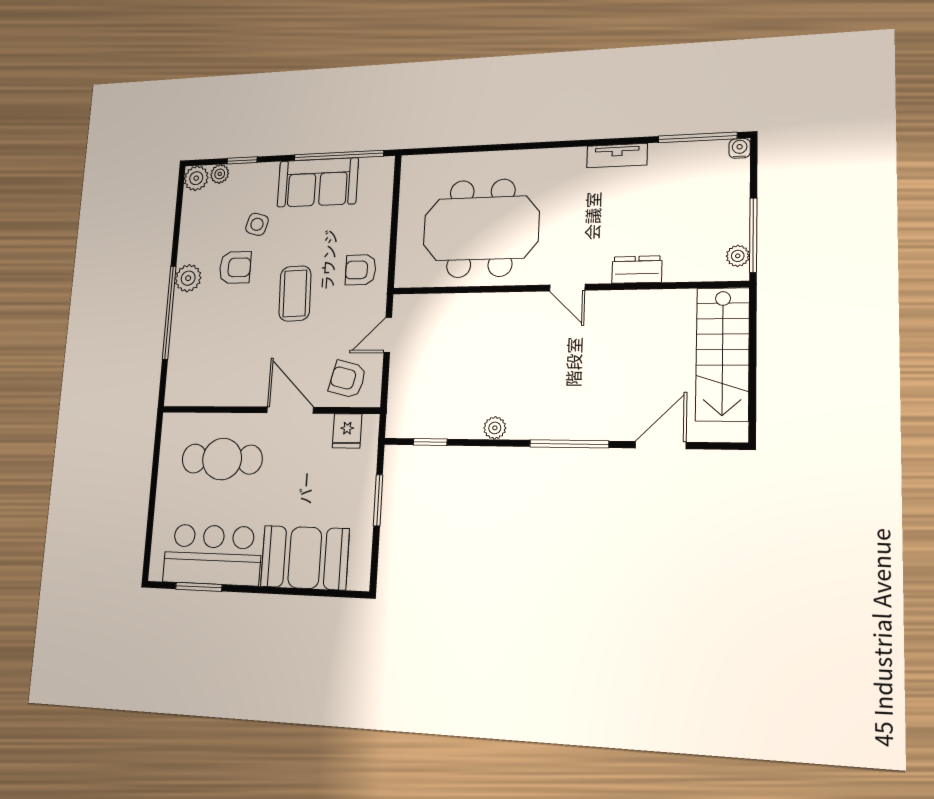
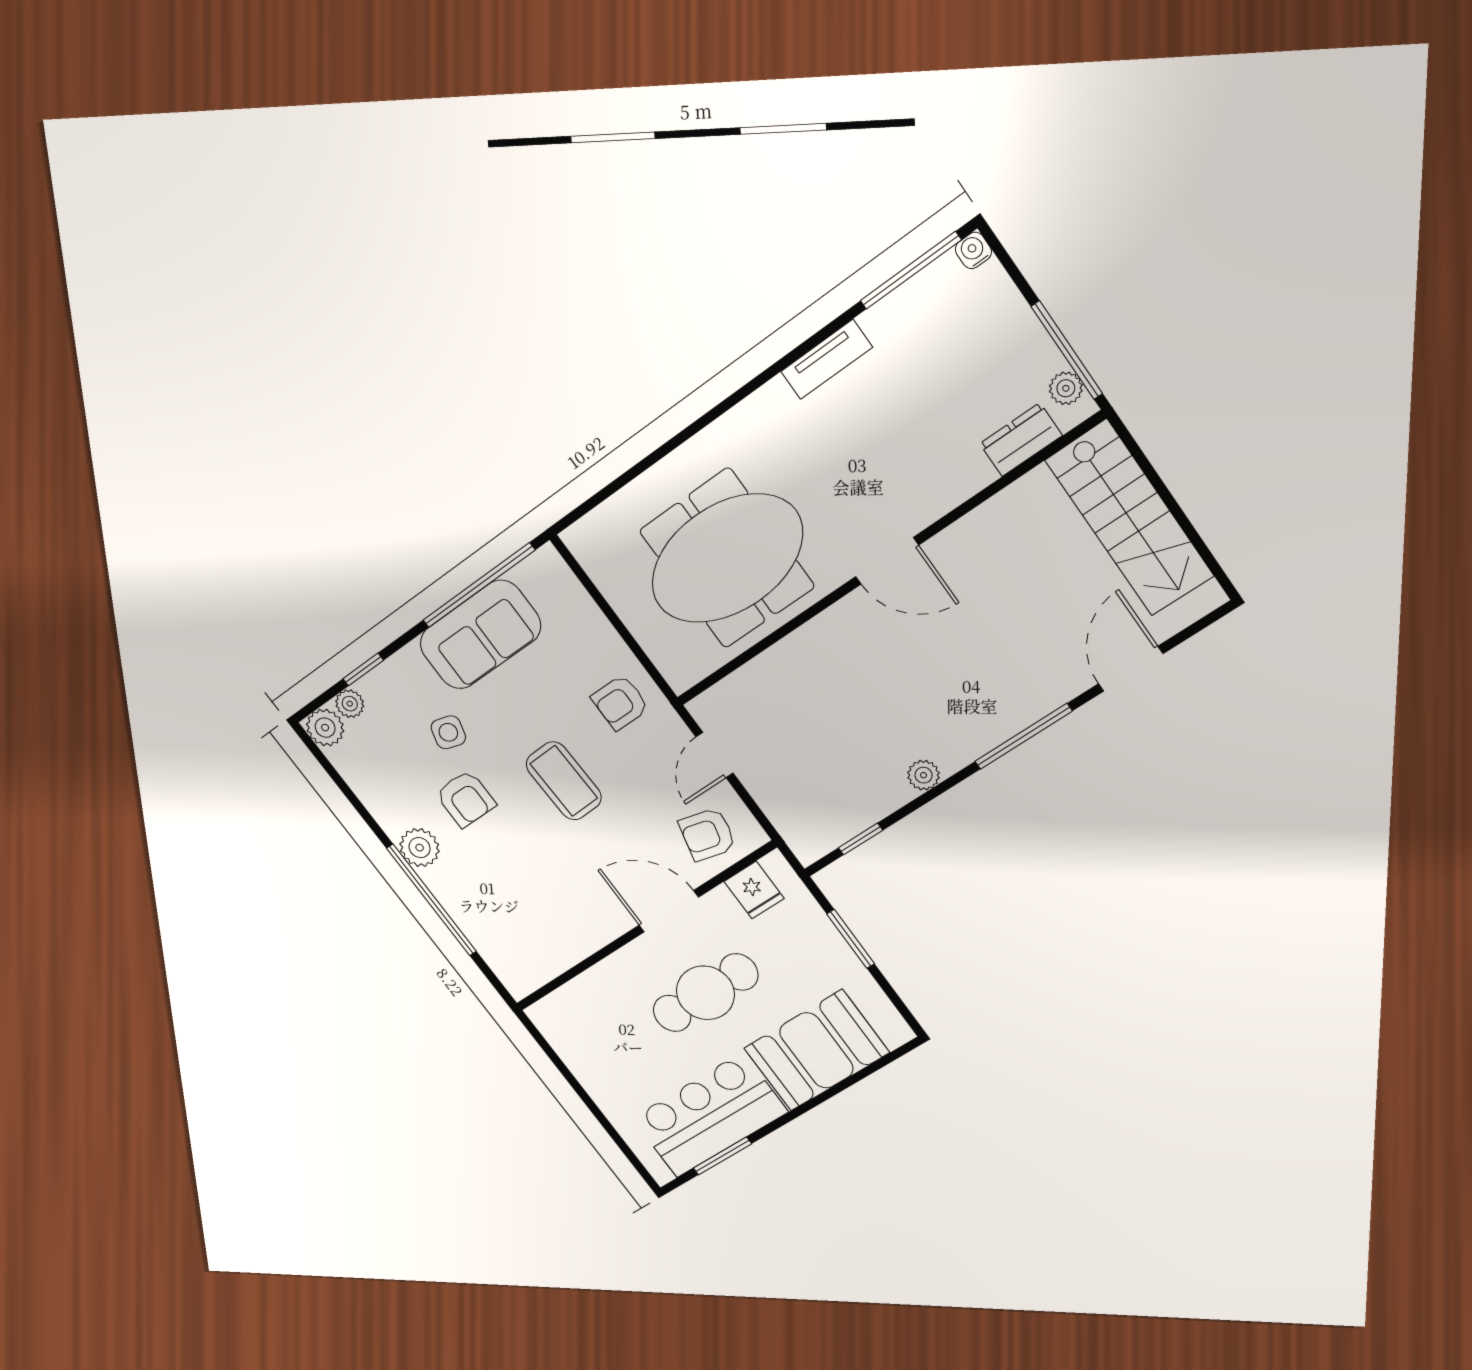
armchair: (235, 267) -> (466, 799), turned 90
dresser: (637, 270) -> (1021, 440), moved
door: (567, 288) -> (887, 561), width x1.38
cafe table: (222, 459) -> (705, 993), moved

